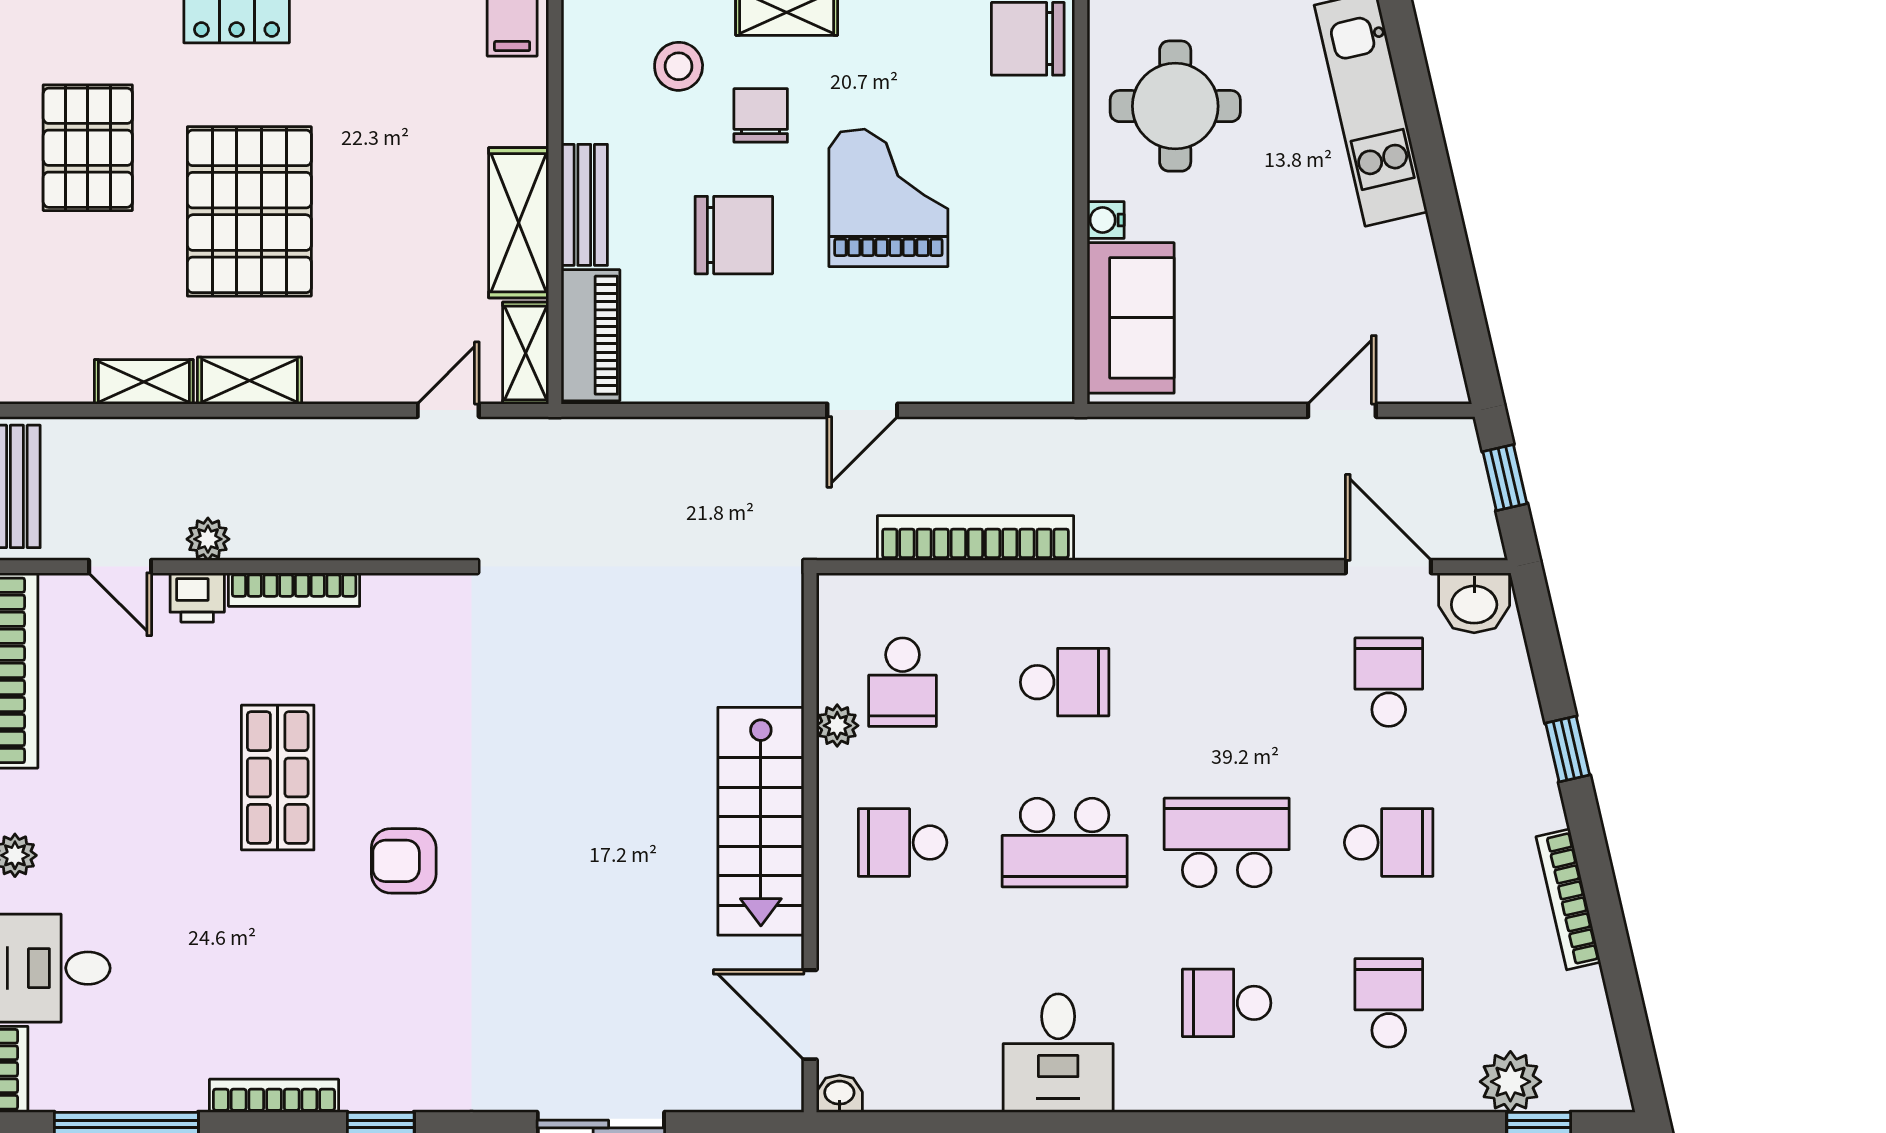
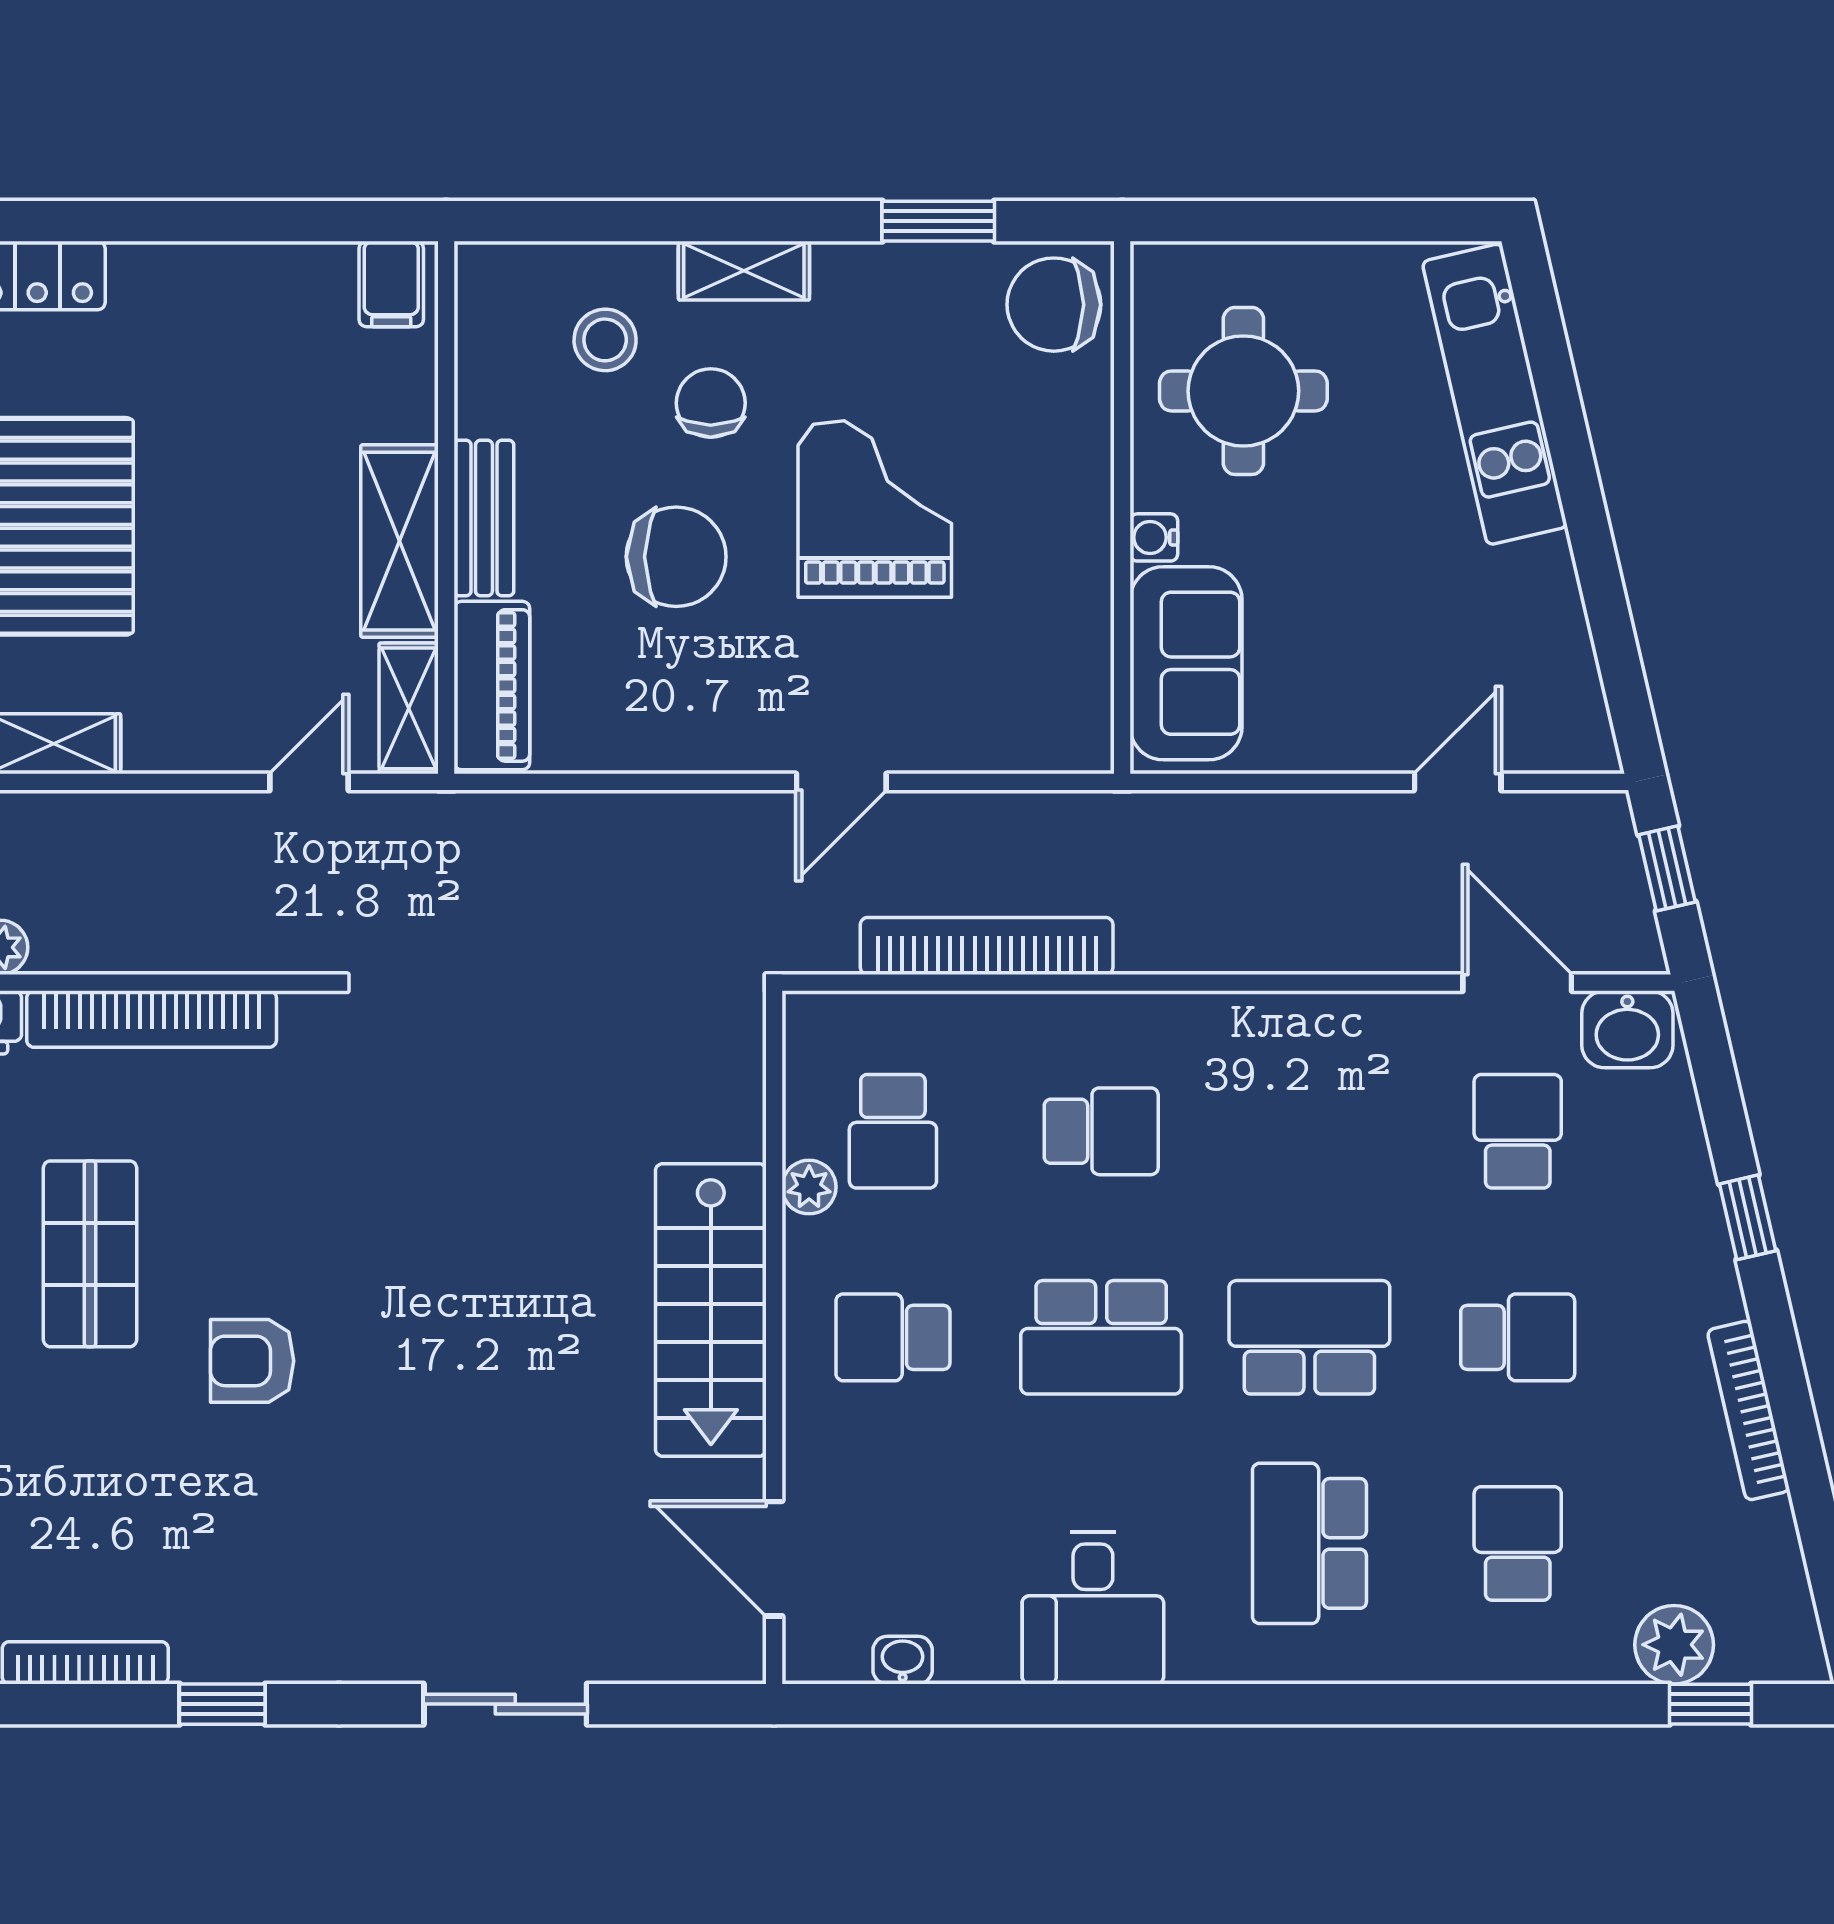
bookcase: (294, 590) -> (152, 1019), width x1.48, depth x1.31
school desk: (1227, 1003) -> (1309, 1543), width x1.85
washbasin: (839, 1094) -> (903, 1660), moved

